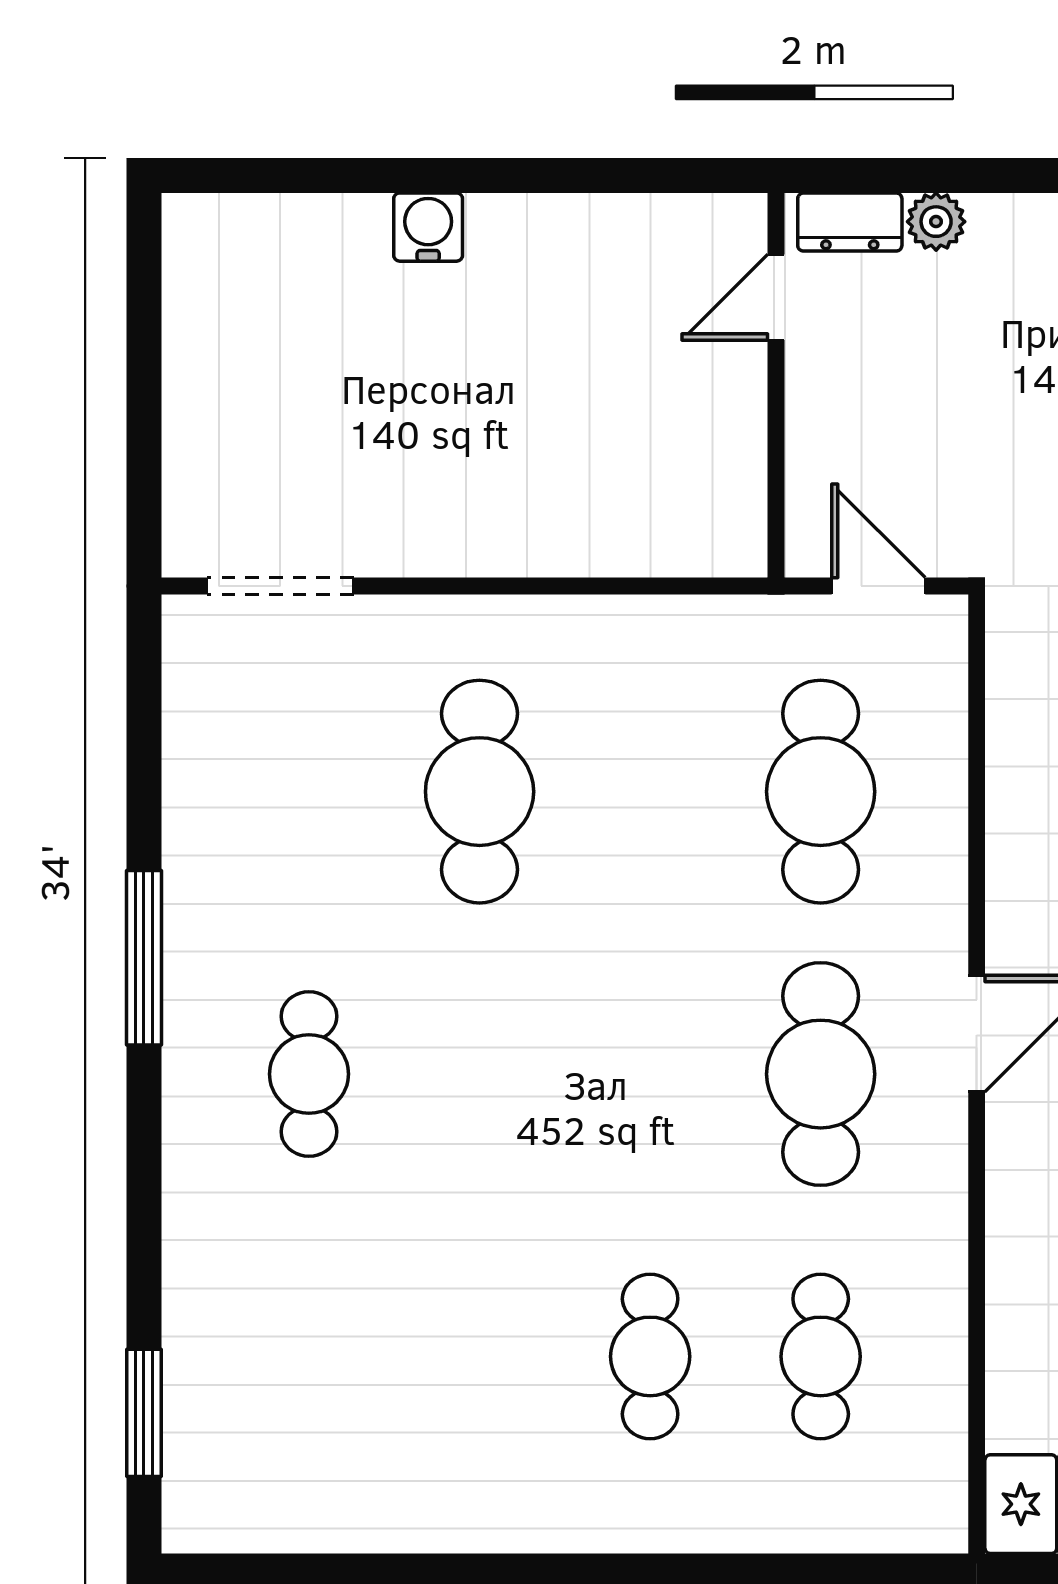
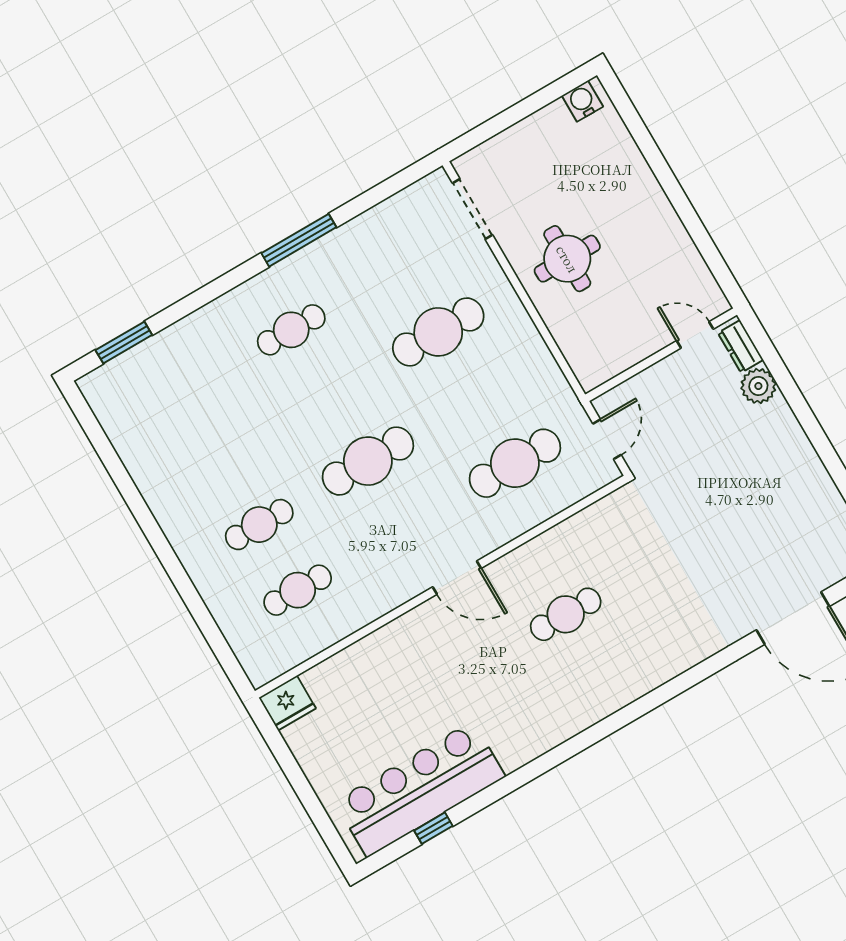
plant: (936, 222) -> (758, 386), width x1.38, depth x1.38
water cooler: (428, 227) -> (582, 101), moved, turned -90
round table: (484, 458) -> (567, 259), added
cafe table: (821, 1074) -> (368, 461), moved

